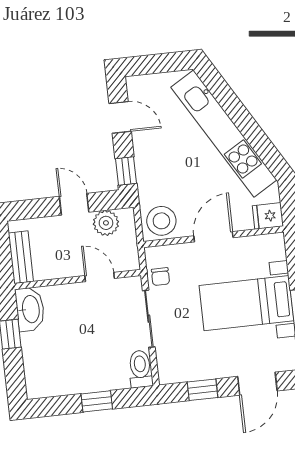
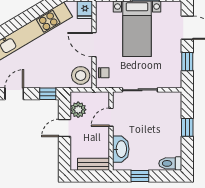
chair: (160, 277) -> (104, 73), moved
washbasin: (30, 309) -> (121, 149), moved, turned 90
toilet: (140, 369) -> (170, 163), moved

